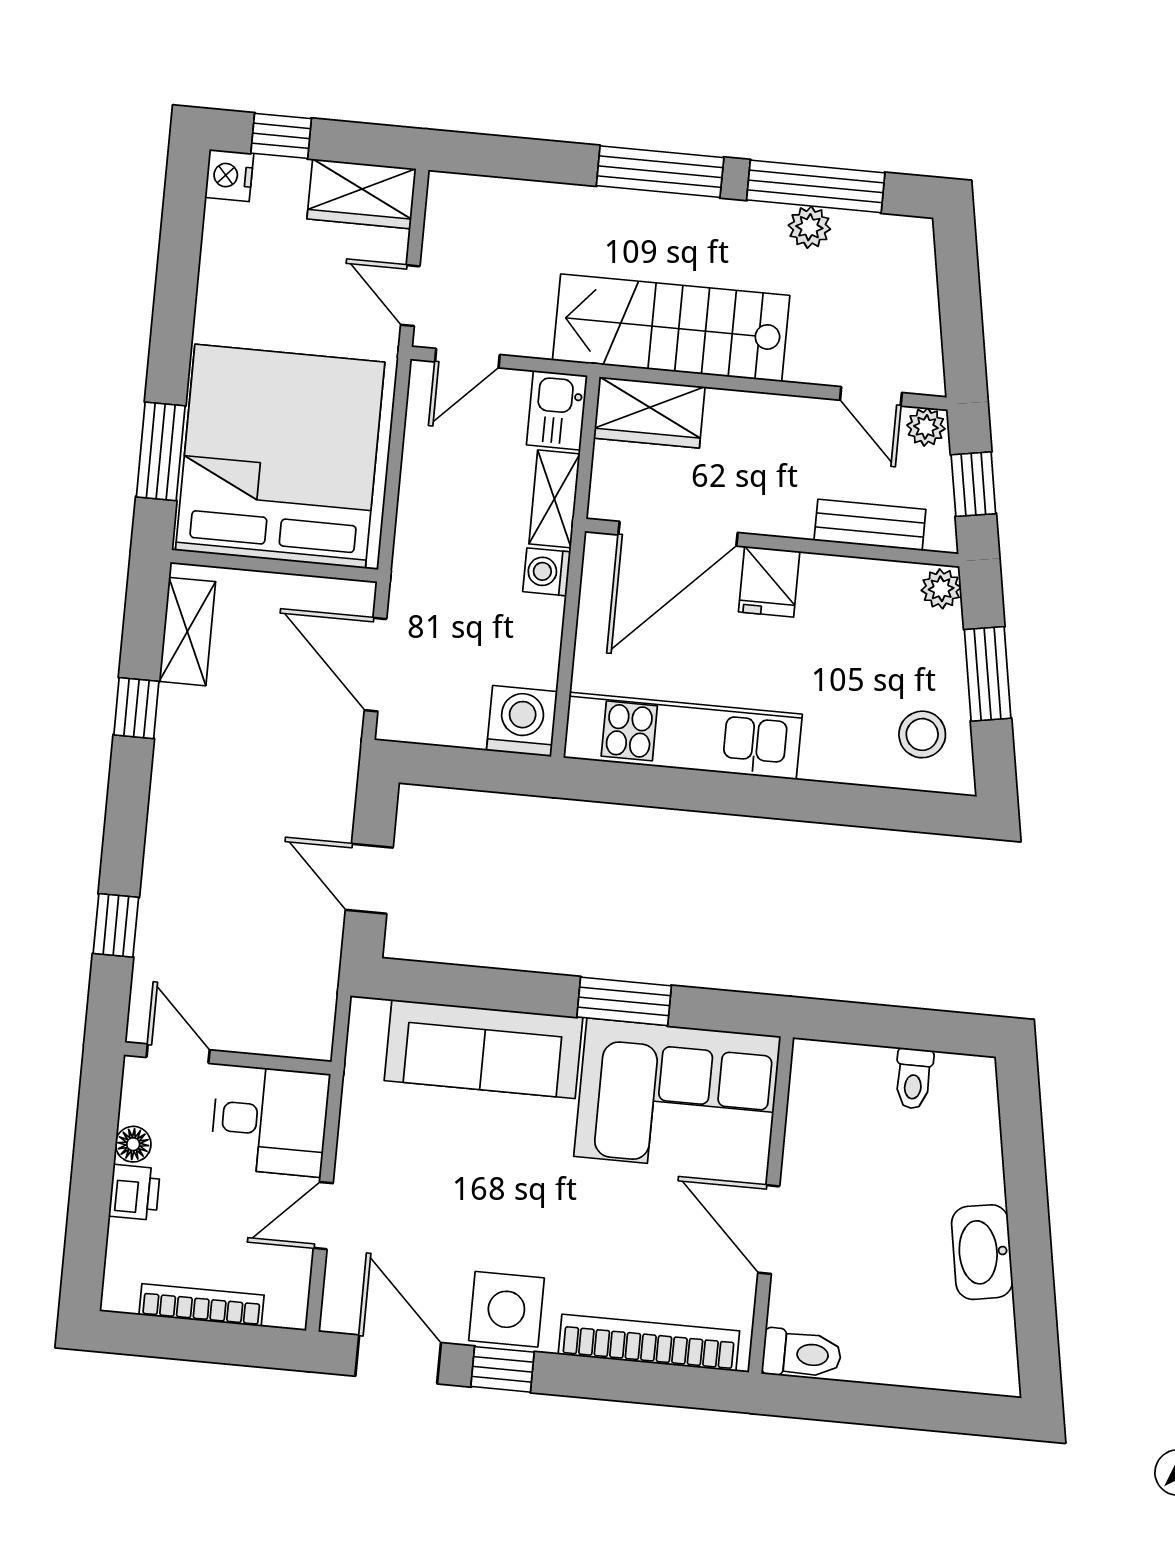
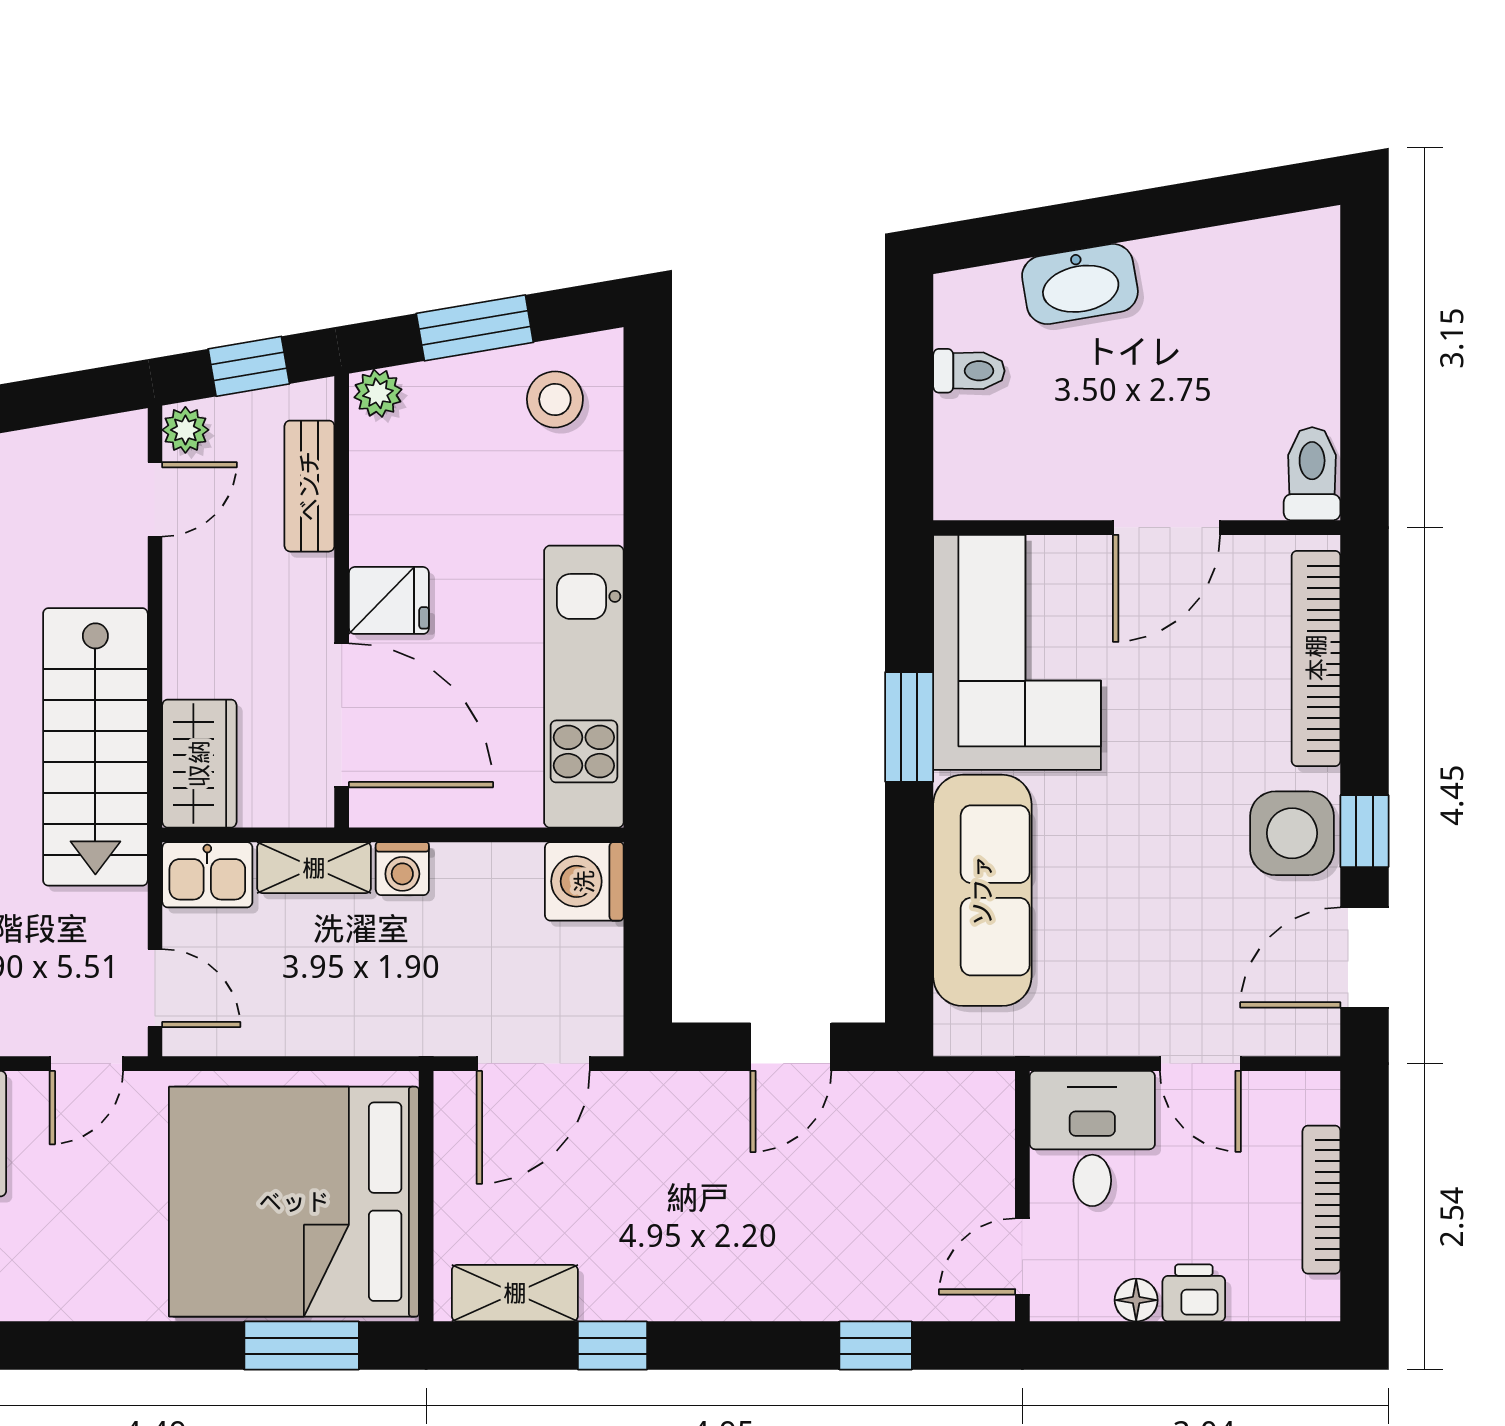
washbasin: (982, 1252) -> (1080, 284), moved

